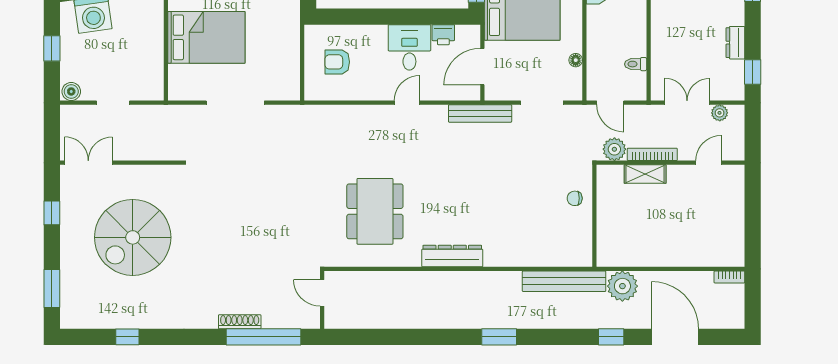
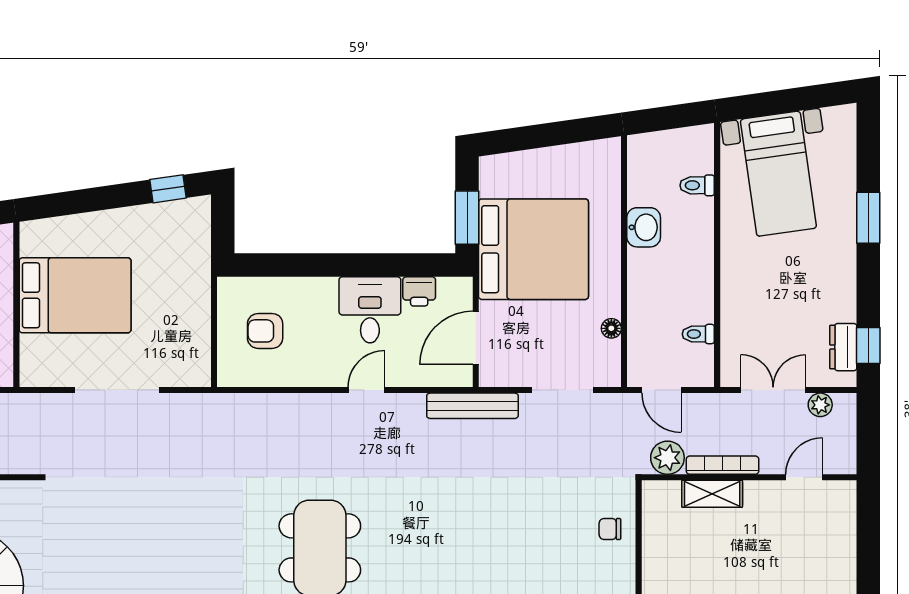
dresser: (735, 43) -> (843, 347), moved

